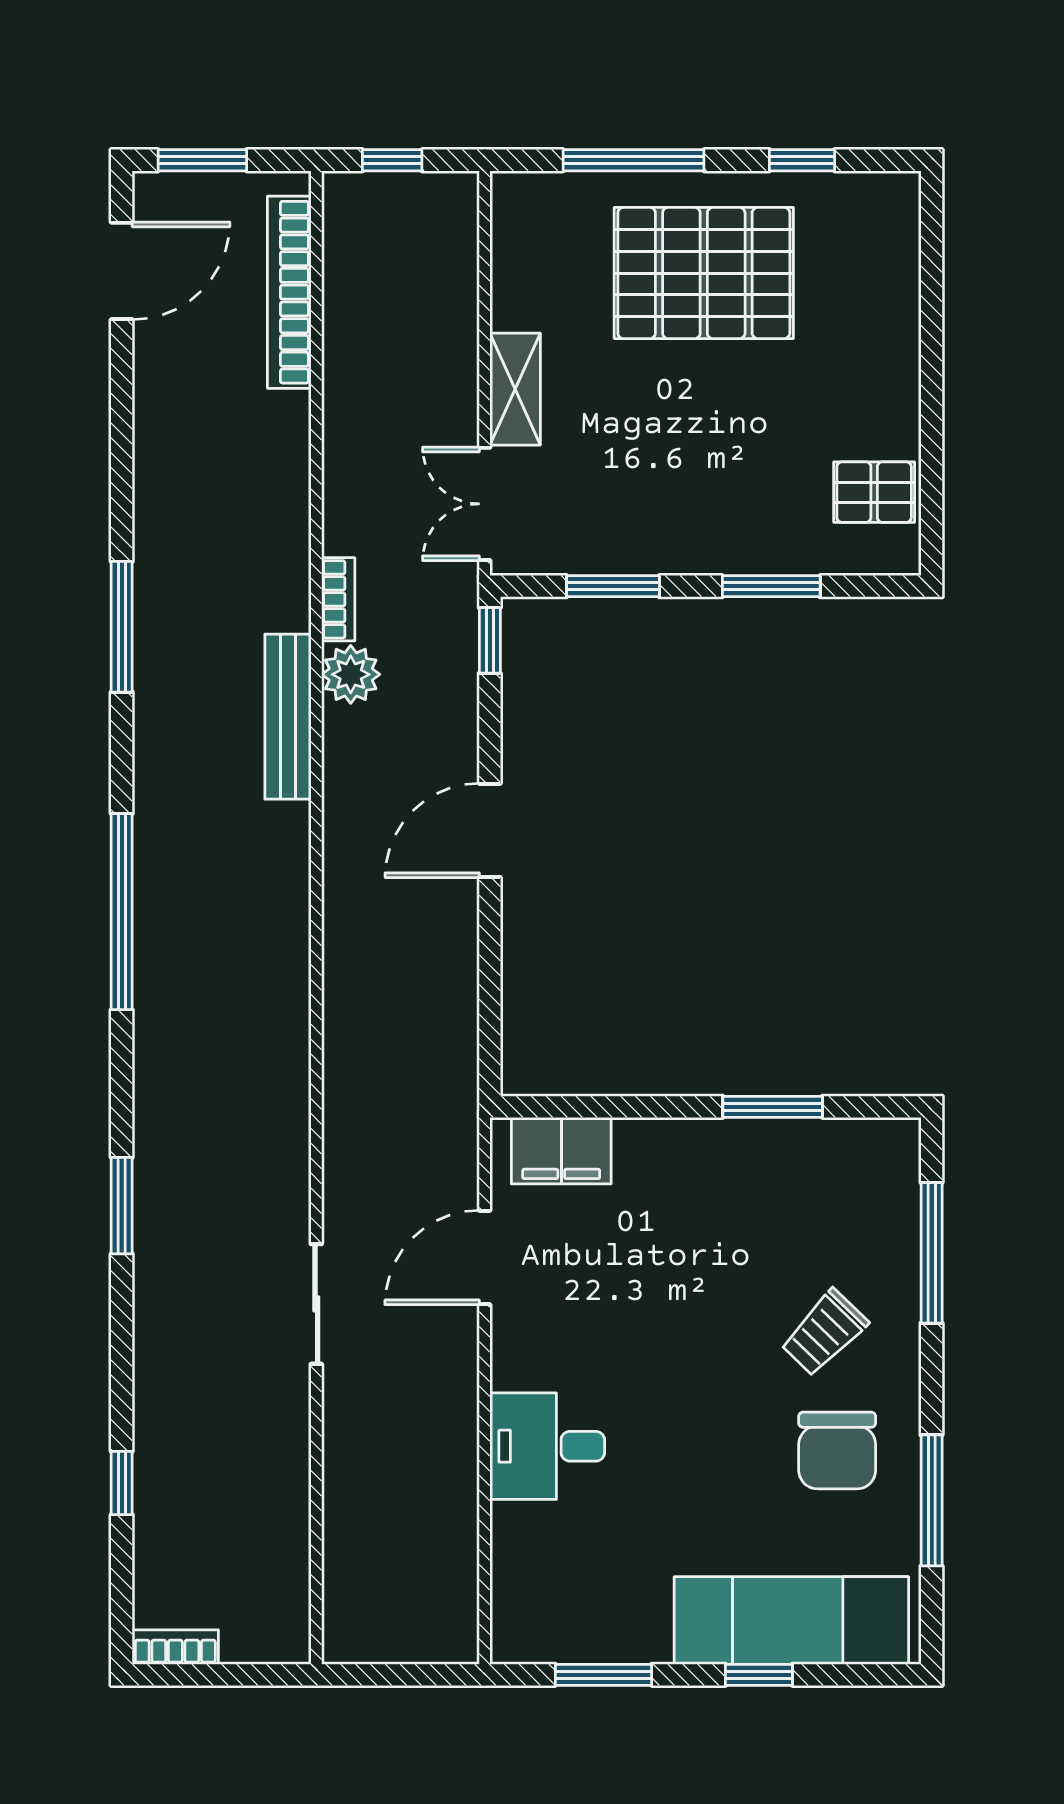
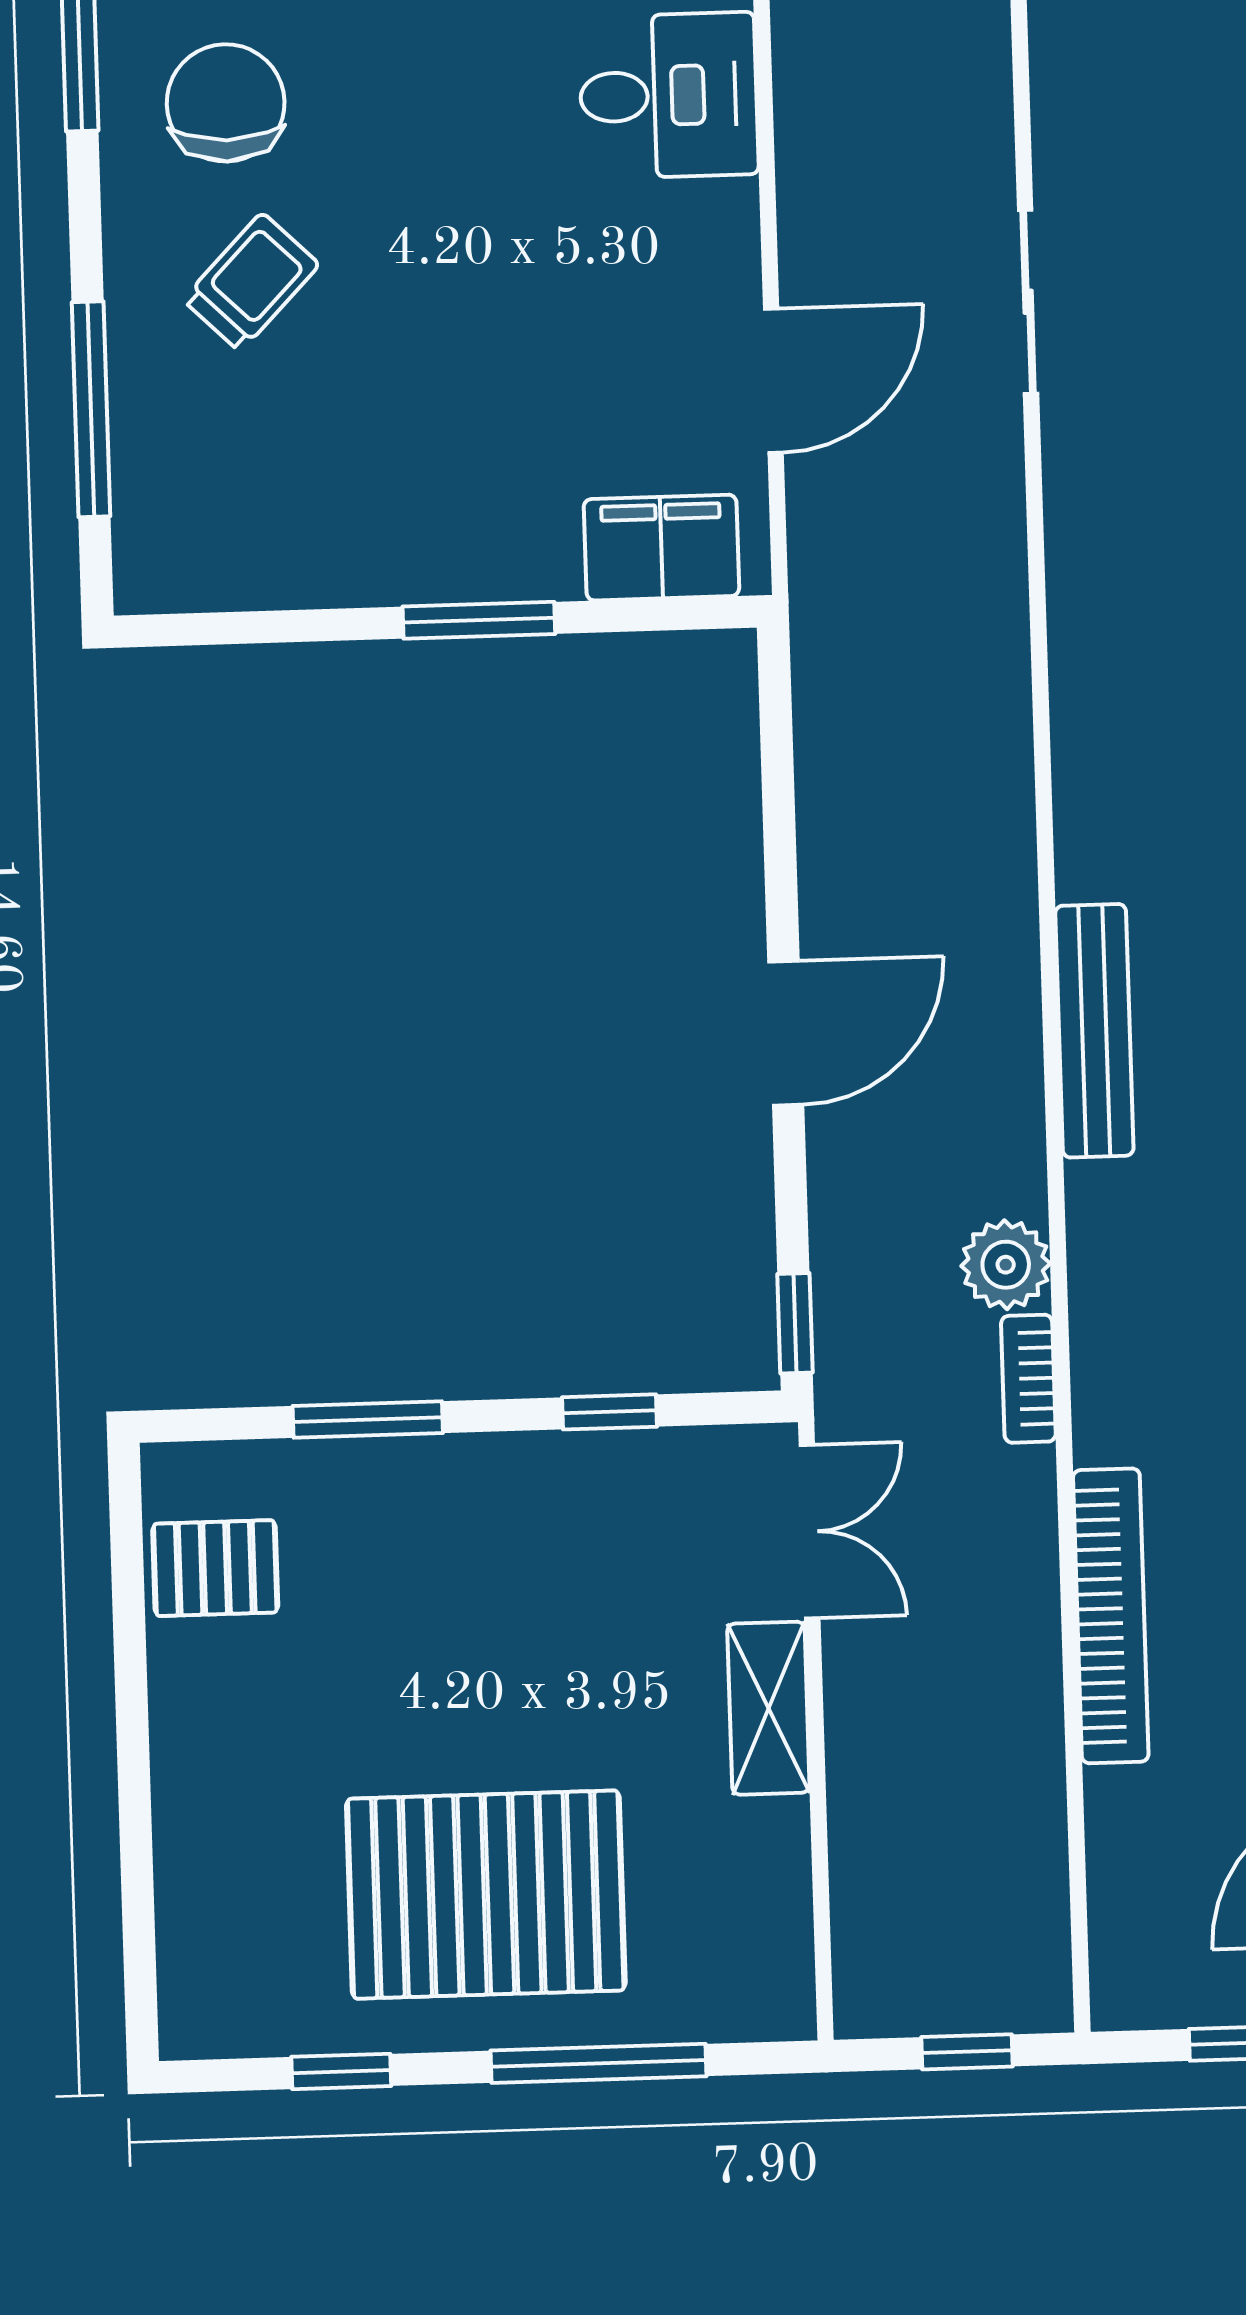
bookcase: (289, 292) -> (1111, 1616), moved
window: (613, 586) -> (609, 1412), width x0.67
bench: (288, 717) -> (1094, 1031), moved
window: (773, 1107) -> (479, 620), moved

